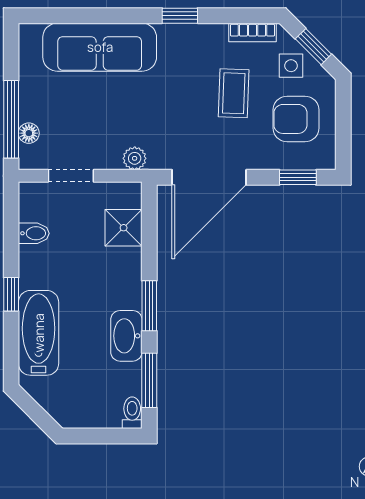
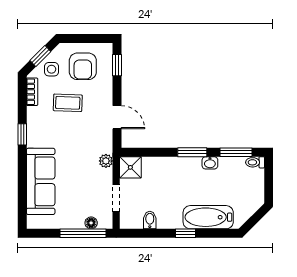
door: (209, 177) -> (117, 117), width x0.53
shower: (124, 228) -> (130, 167), moved
washbasin: (126, 336) -> (210, 163), width x0.52, depth x0.69

